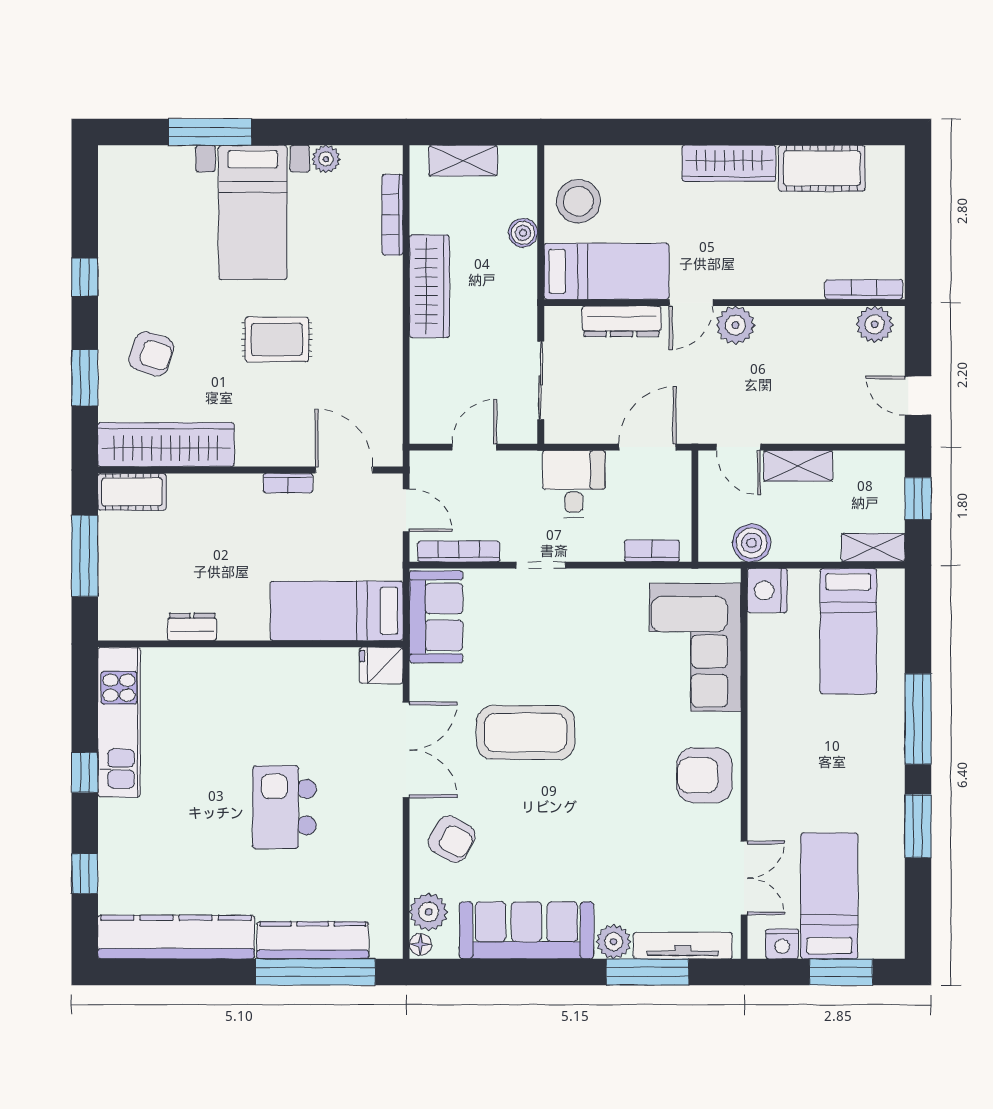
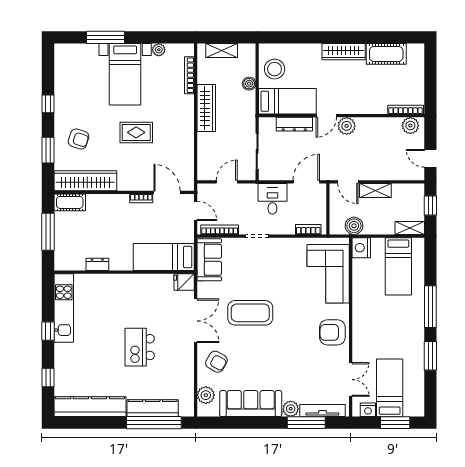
floor lamp: (420, 945) -> (202, 410), removed

